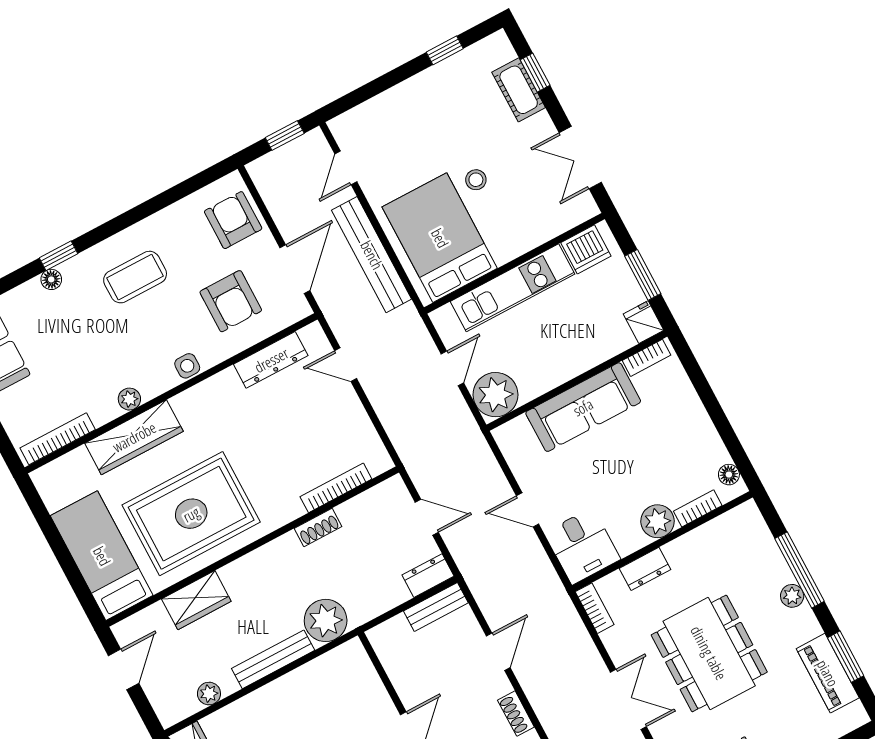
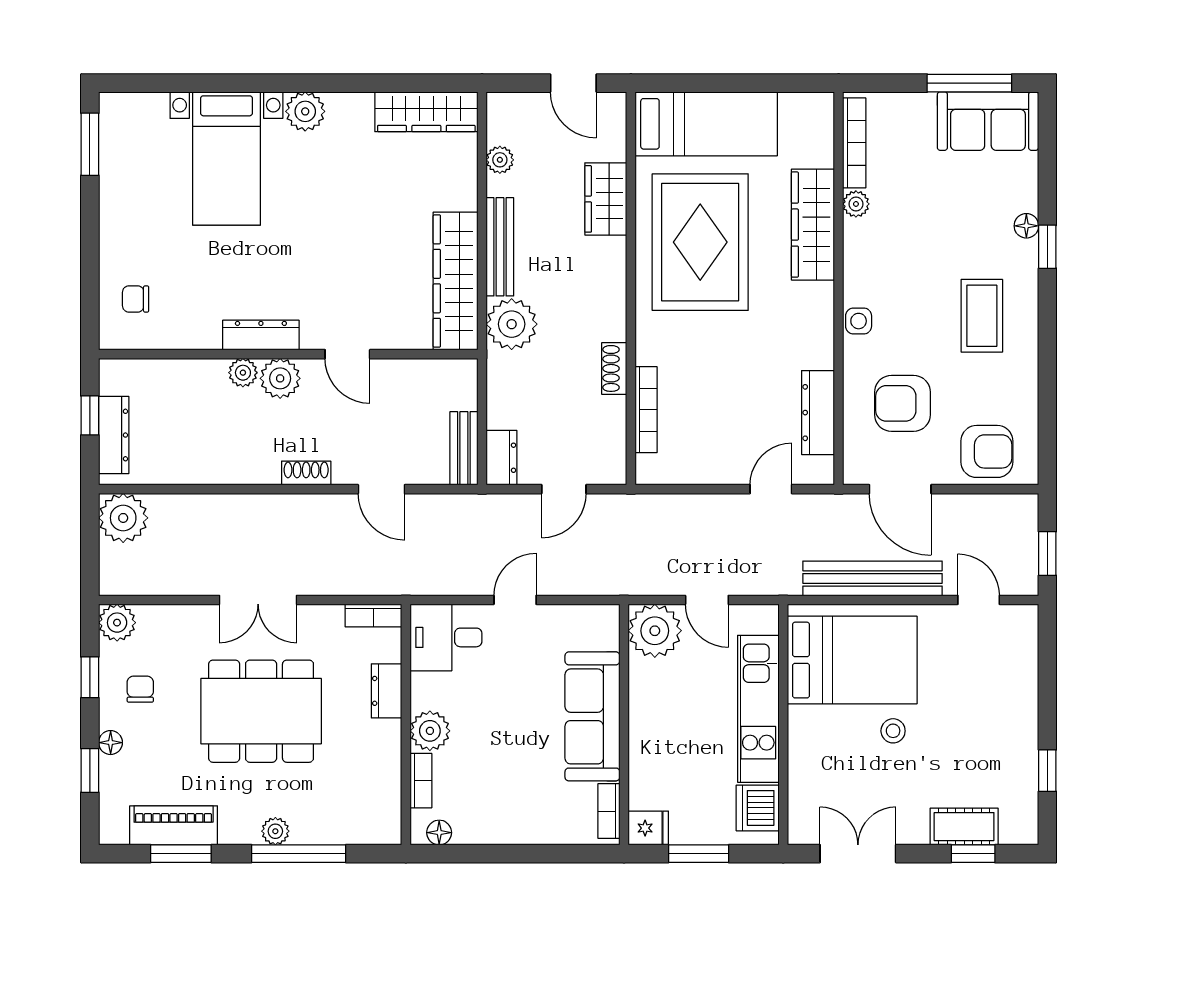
plant: (129, 399) -> (856, 204), moved
wardrobe: (316, 679) -> (456, 281), added

